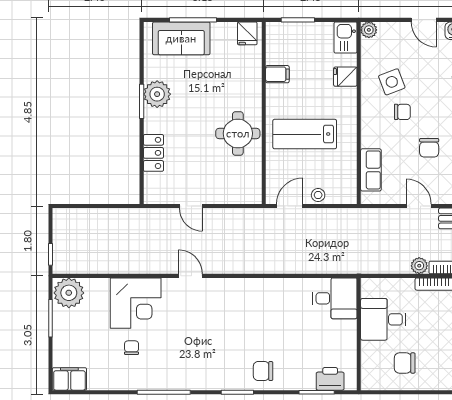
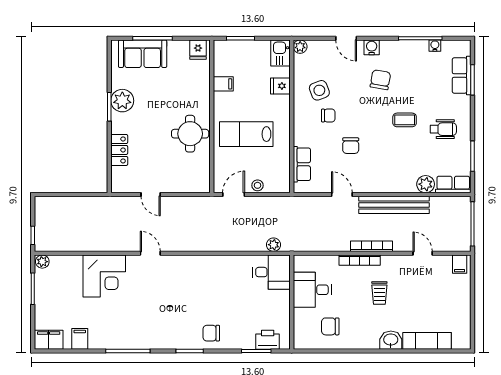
plant: (419, 266) -> (274, 245), moved
plant: (69, 293) -> (42, 262), width x0.53, depth x0.53
chair: (132, 348) -> (101, 313), removed
filing cabinet: (106, 378) -> (80, 339), added

